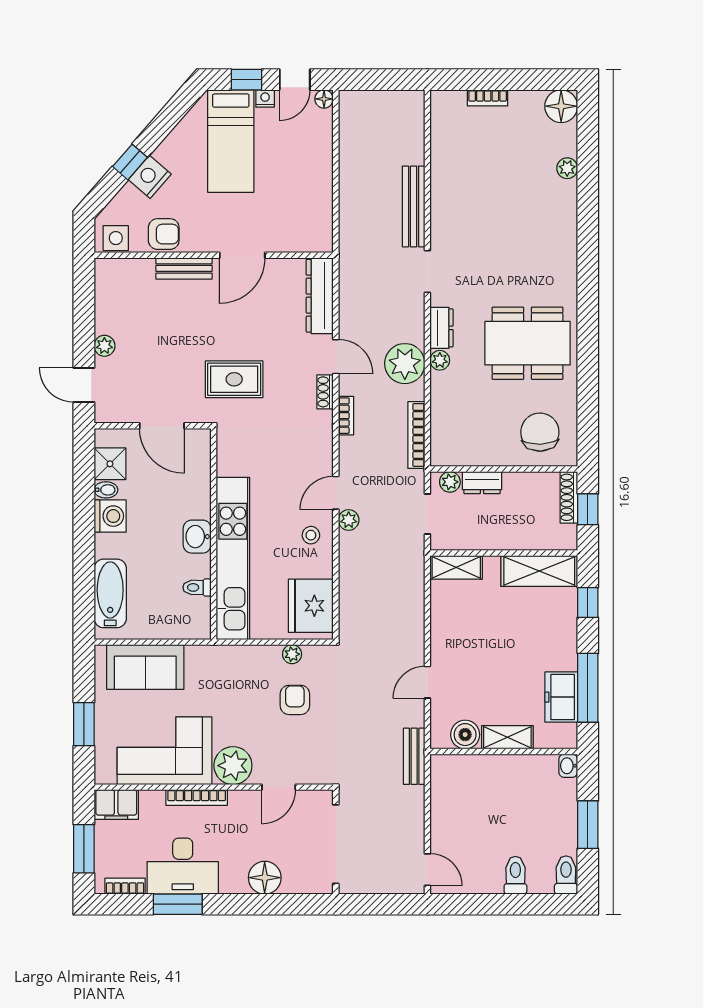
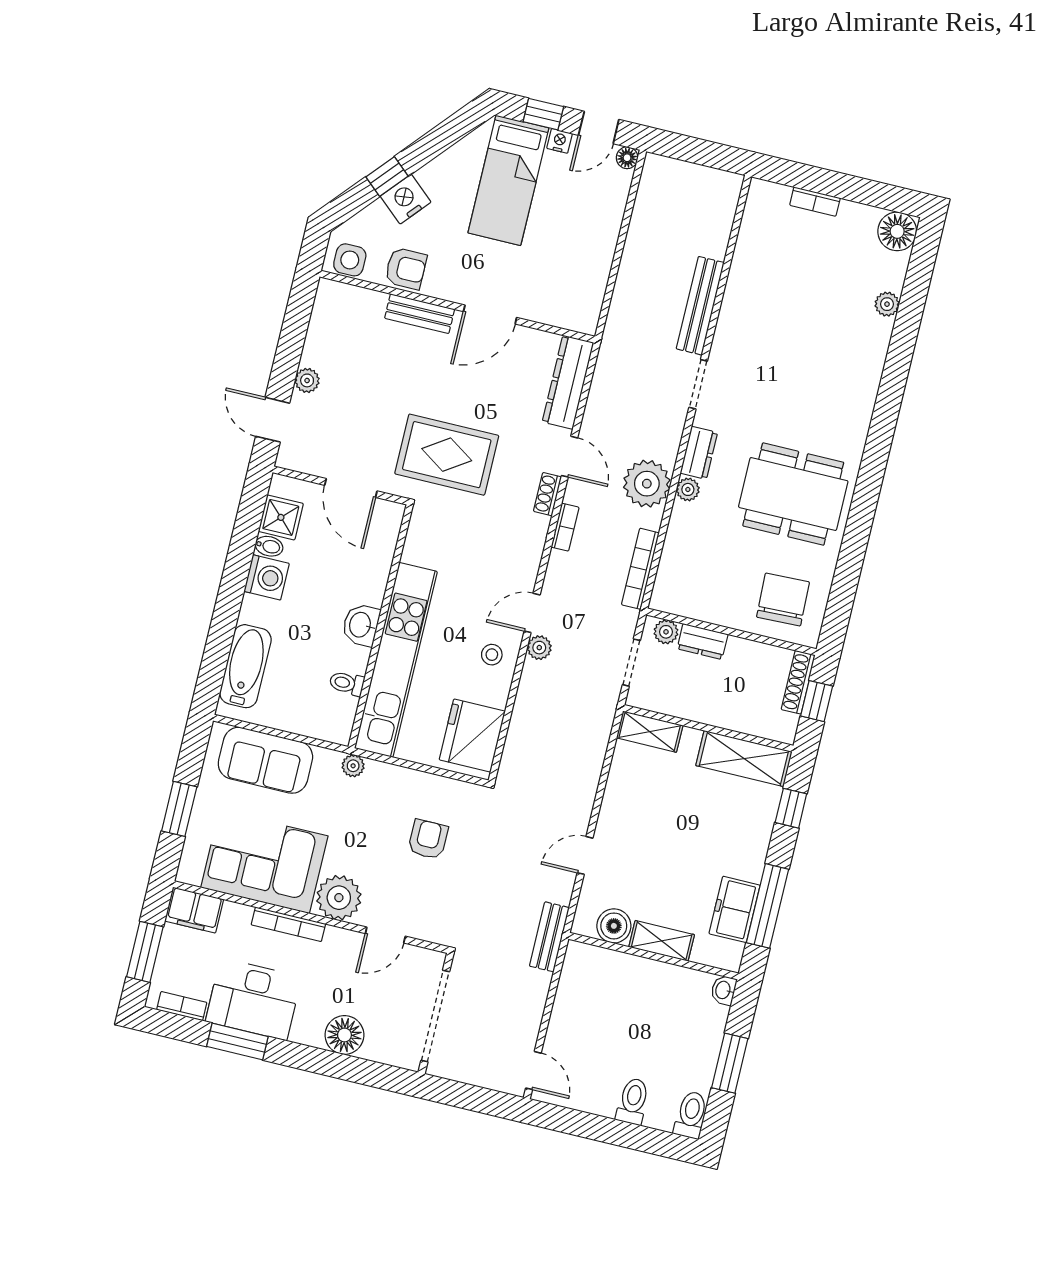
rug: (234, 379) -> (447, 455), width x1.36, depth x1.43
plant: (292, 654) -> (353, 766), moved

